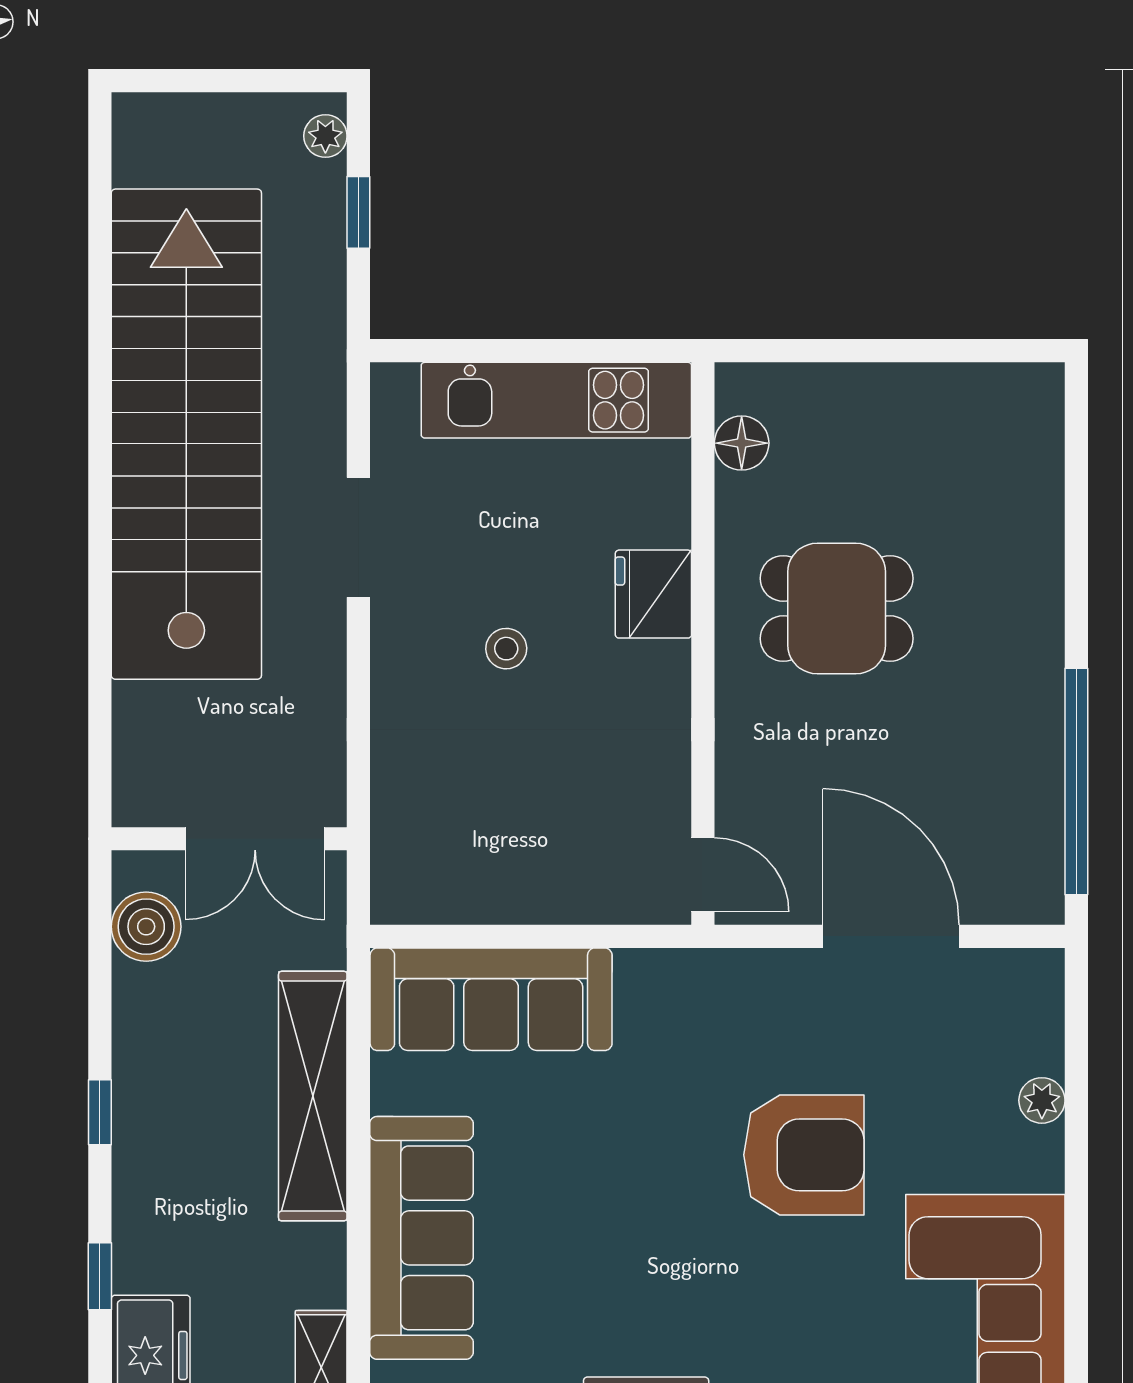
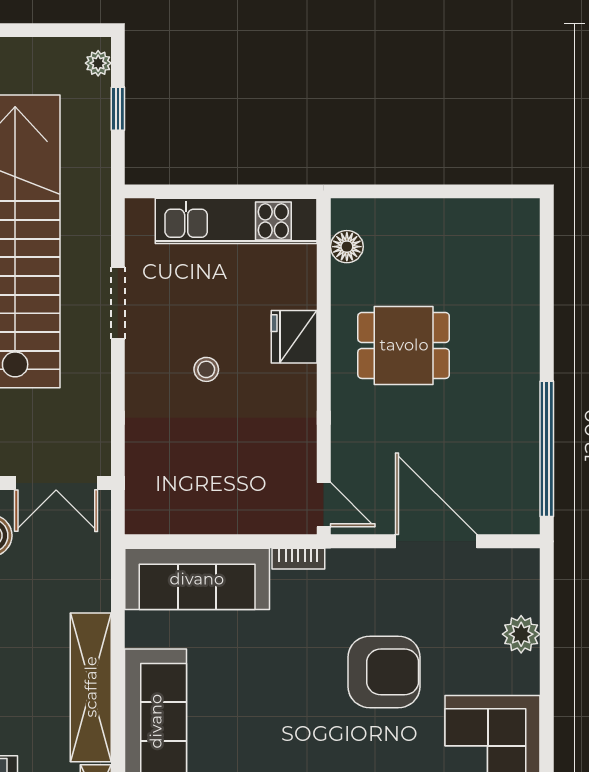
bookcase: (660, 965) -> (298, 559), added
shelving: (313, 1096) -> (91, 687), moved
plant: (1042, 1100) -> (521, 634), width x1.38, depth x1.38

